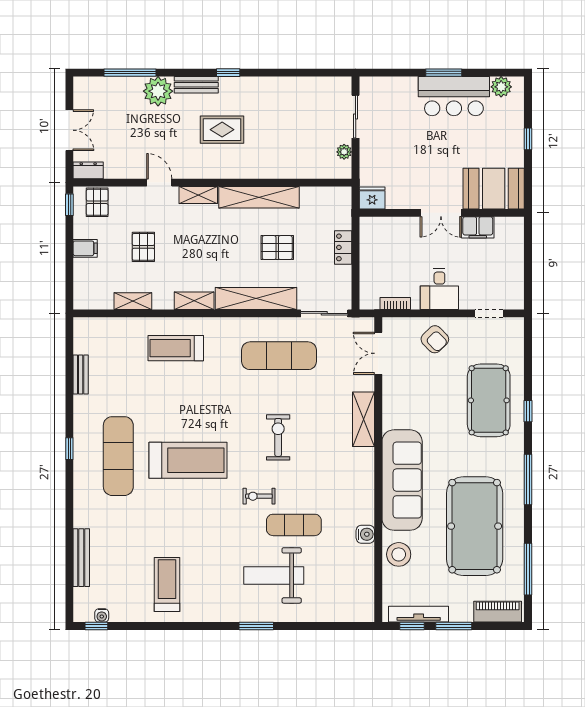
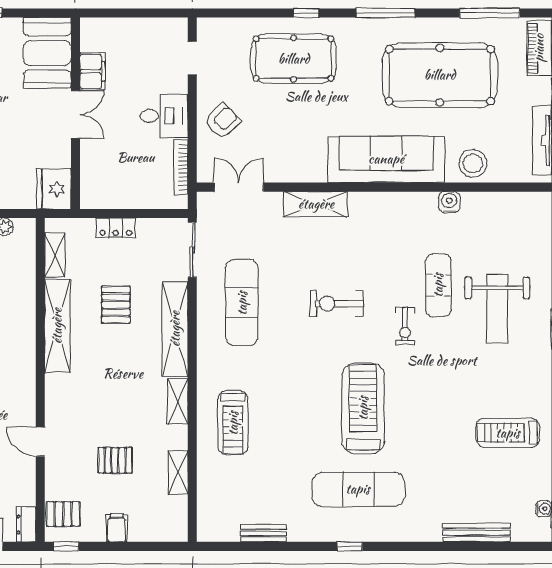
door: (159, 183) -> (40, 442), hinge flipped
shelving: (198, 195) -> (55, 255), moved
fridge: (372, 198) -> (54, 189), width x1.36, depth x1.34
bookcase: (395, 303) -> (181, 167), width x1.56
double door: (378, 353) -> (239, 187), swing flipped

